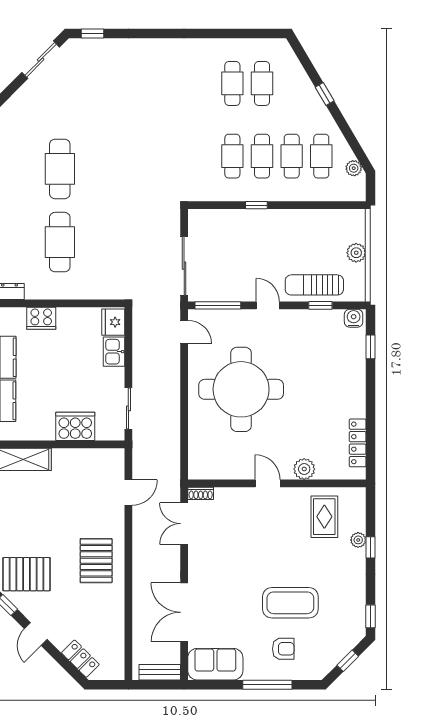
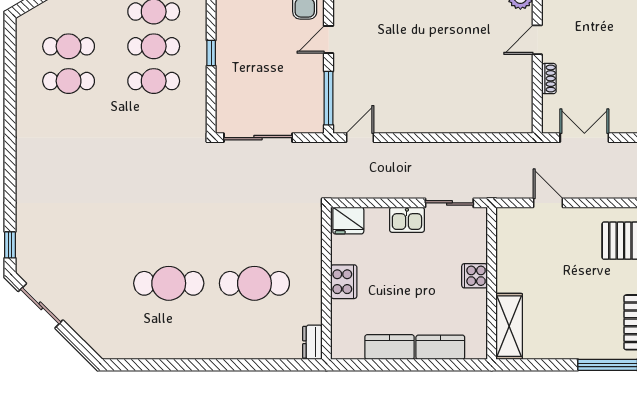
sliding door: (184, 266) -> (258, 138), moved
cooker: (41, 318) -> (344, 282), moved
kitchen sink: (114, 352) -> (407, 220), moved
round table: (241, 389) -> (427, 71), removed
cooker: (75, 426) -> (475, 276), width x0.53, depth x0.76
shoe rack: (201, 493) -> (549, 79), moved
double door: (184, 524) -> (584, 138), swing flipped

